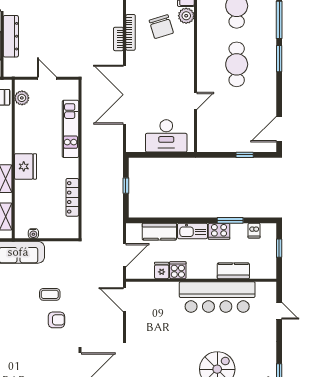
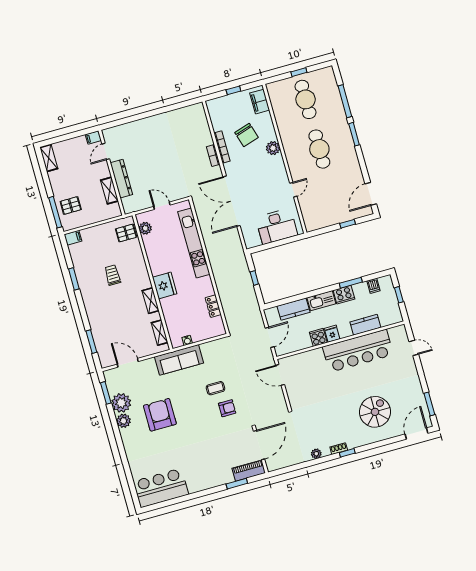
plant: (186, 16) -> (273, 148), moved
kitchen unit: (71, 129) -> (194, 243), width x1.36
locker: (72, 197) -> (213, 306), width x0.66
fridge: (162, 270) -> (332, 334), moved

